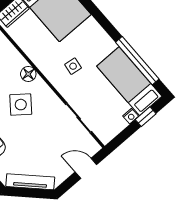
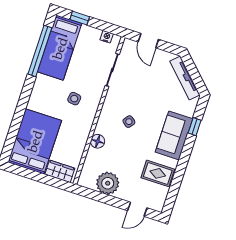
floor lamp: (28, 74) -> (98, 141), moved
side table: (21, 105) -> (129, 122), width x0.54, depth x0.54
nightstand: (131, 116) -> (107, 37), moved

